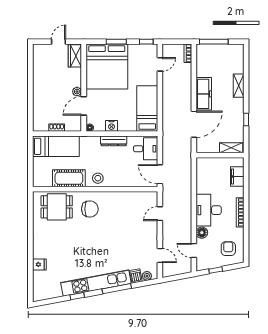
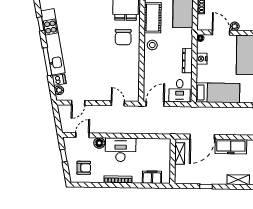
door: (194, 124) -> (202, 137), hinge flipped
shelving: (231, 148) -> (180, 153), moved

